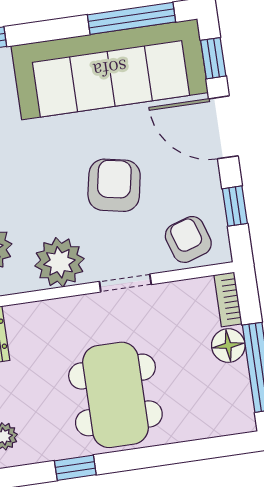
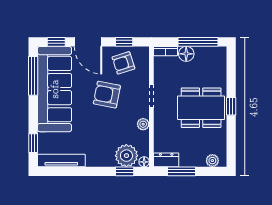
door: (223, 127) -> (88, 42), hinge flipped
armchair: (188, 239) -> (123, 63), moved
plant: (59, 262) -> (143, 124), width x0.53, depth x0.53
window: (75, 468) -> (231, 106), moved

